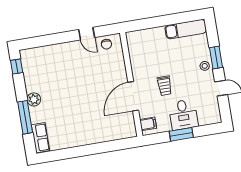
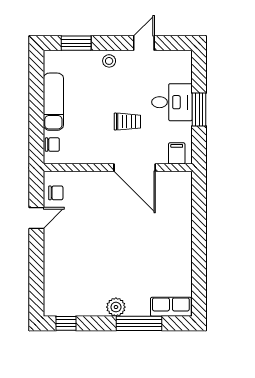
exam couch: (186, 29) -> (53, 102), moved
chair: (140, 36) -> (52, 145), added
window: (216, 58) -> (76, 43), moved

